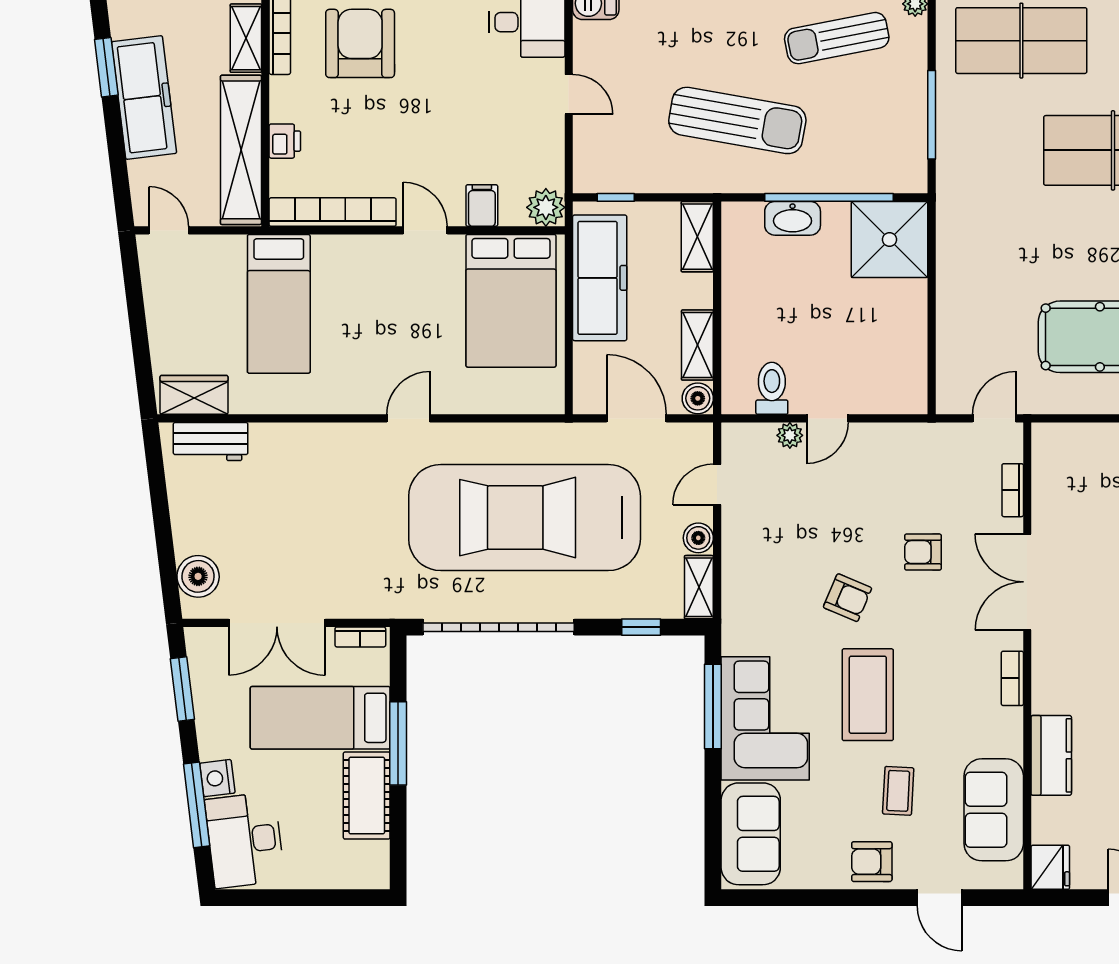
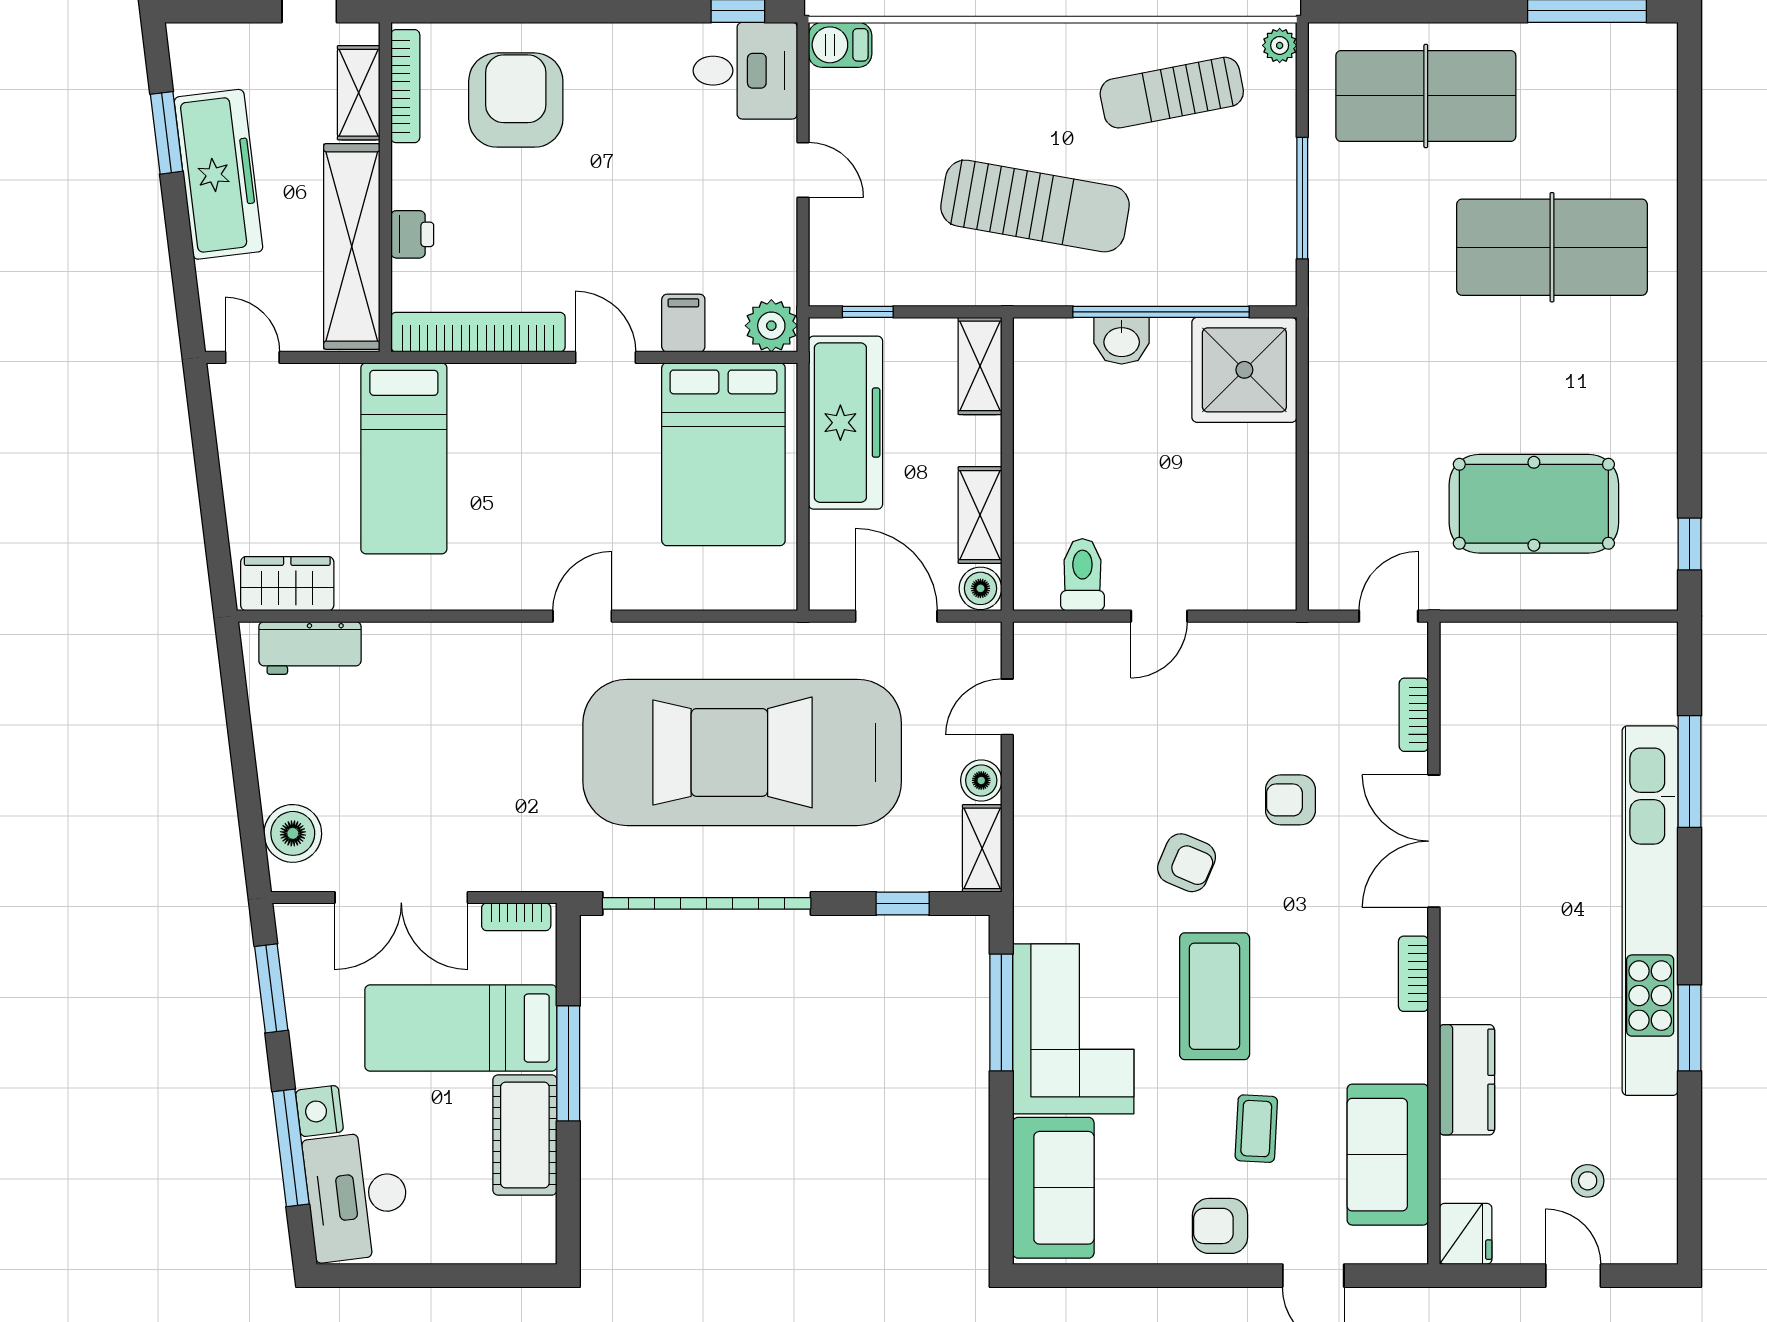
washbasin: (793, 218) -> (1122, 341), width x0.72
plant: (790, 435) -> (1107, 639), removed

